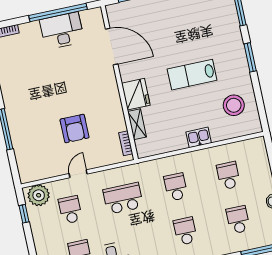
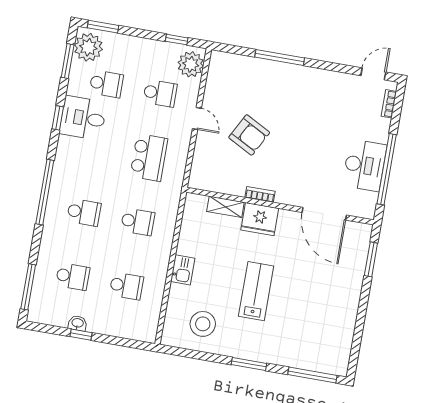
door: (112, 47) -> (324, 214), hinge flipped
armchair: (75, 129) -> (249, 135), turned -152
bookcase: (126, 143) -> (260, 194), moved

